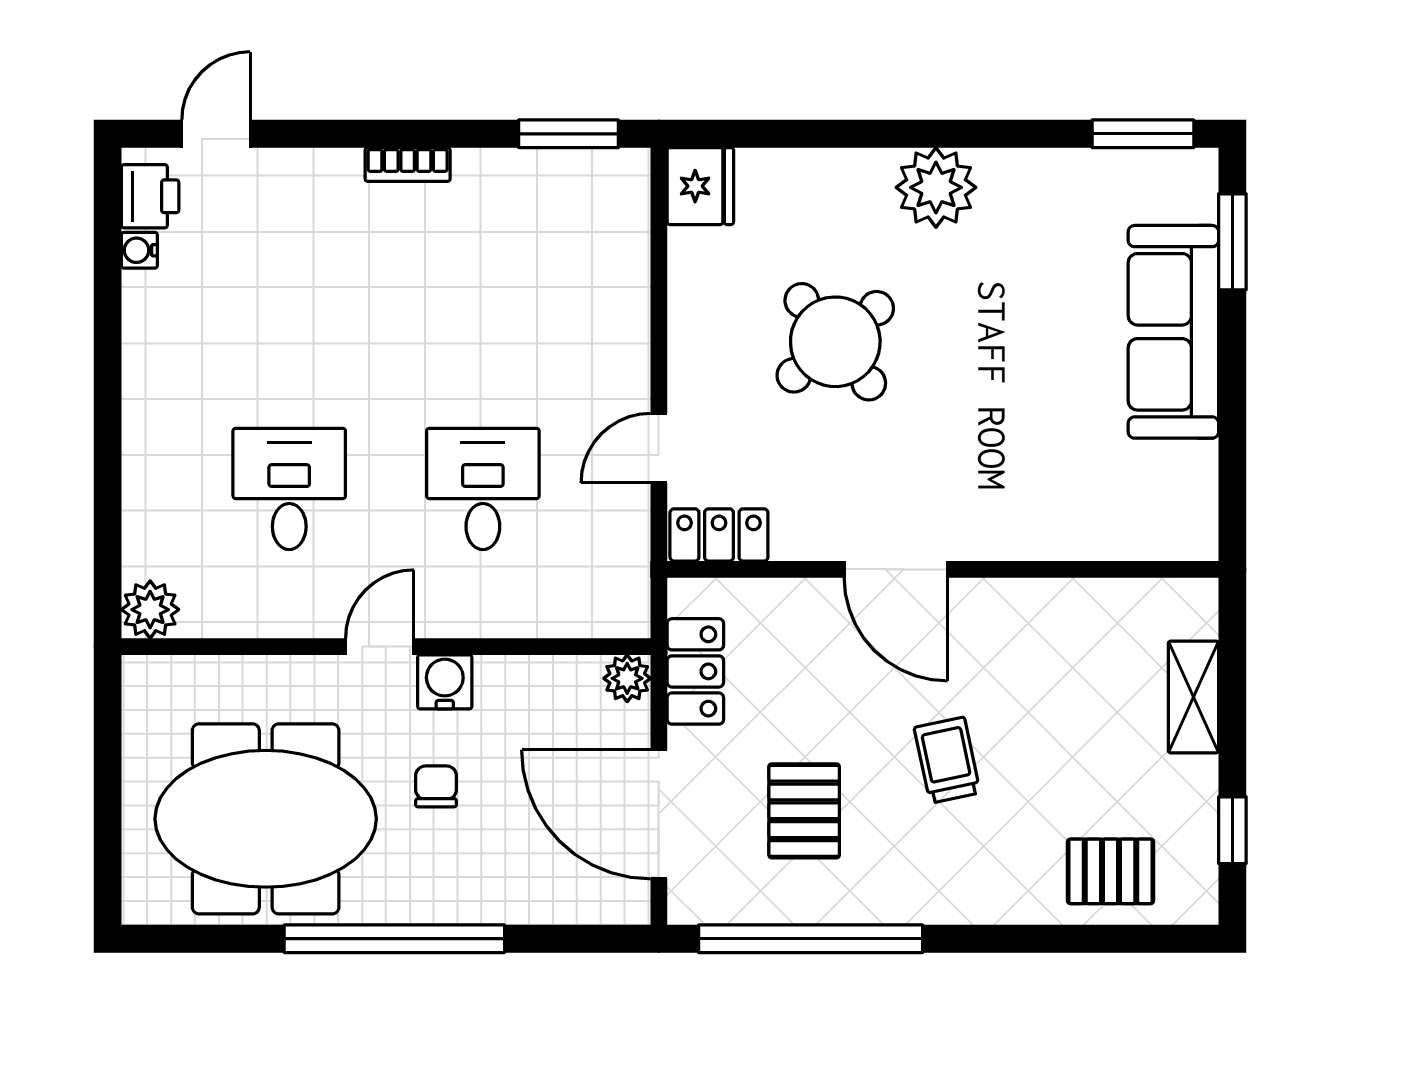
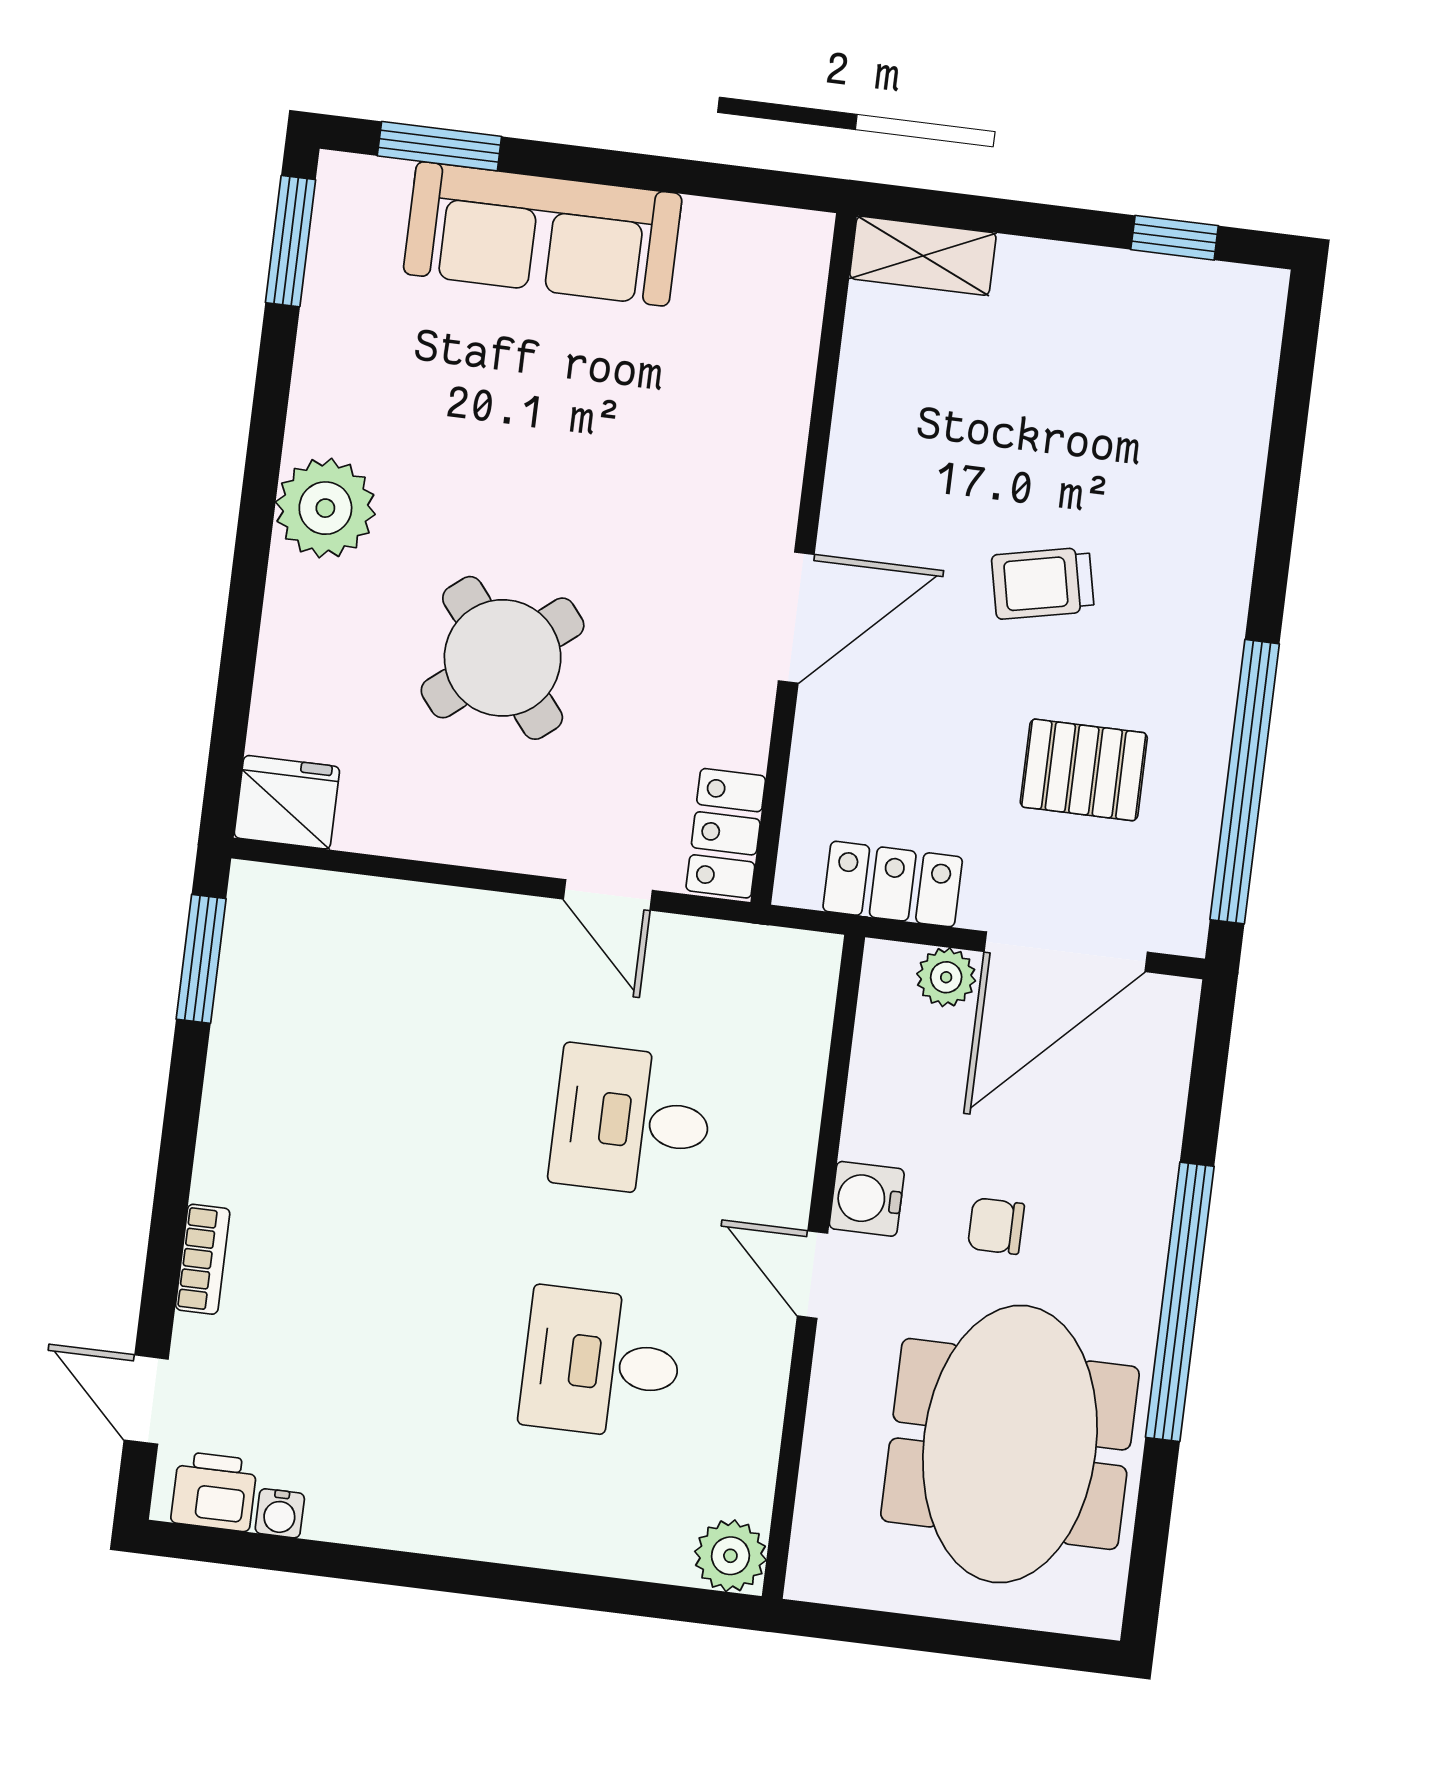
bookcase: (408, 165) -> (203, 1259), moved
plant: (627, 678) -> (946, 977), moved
shelving: (1193, 697) -> (923, 256), moved
pallet: (1111, 871) -> (1207, 396), removed

